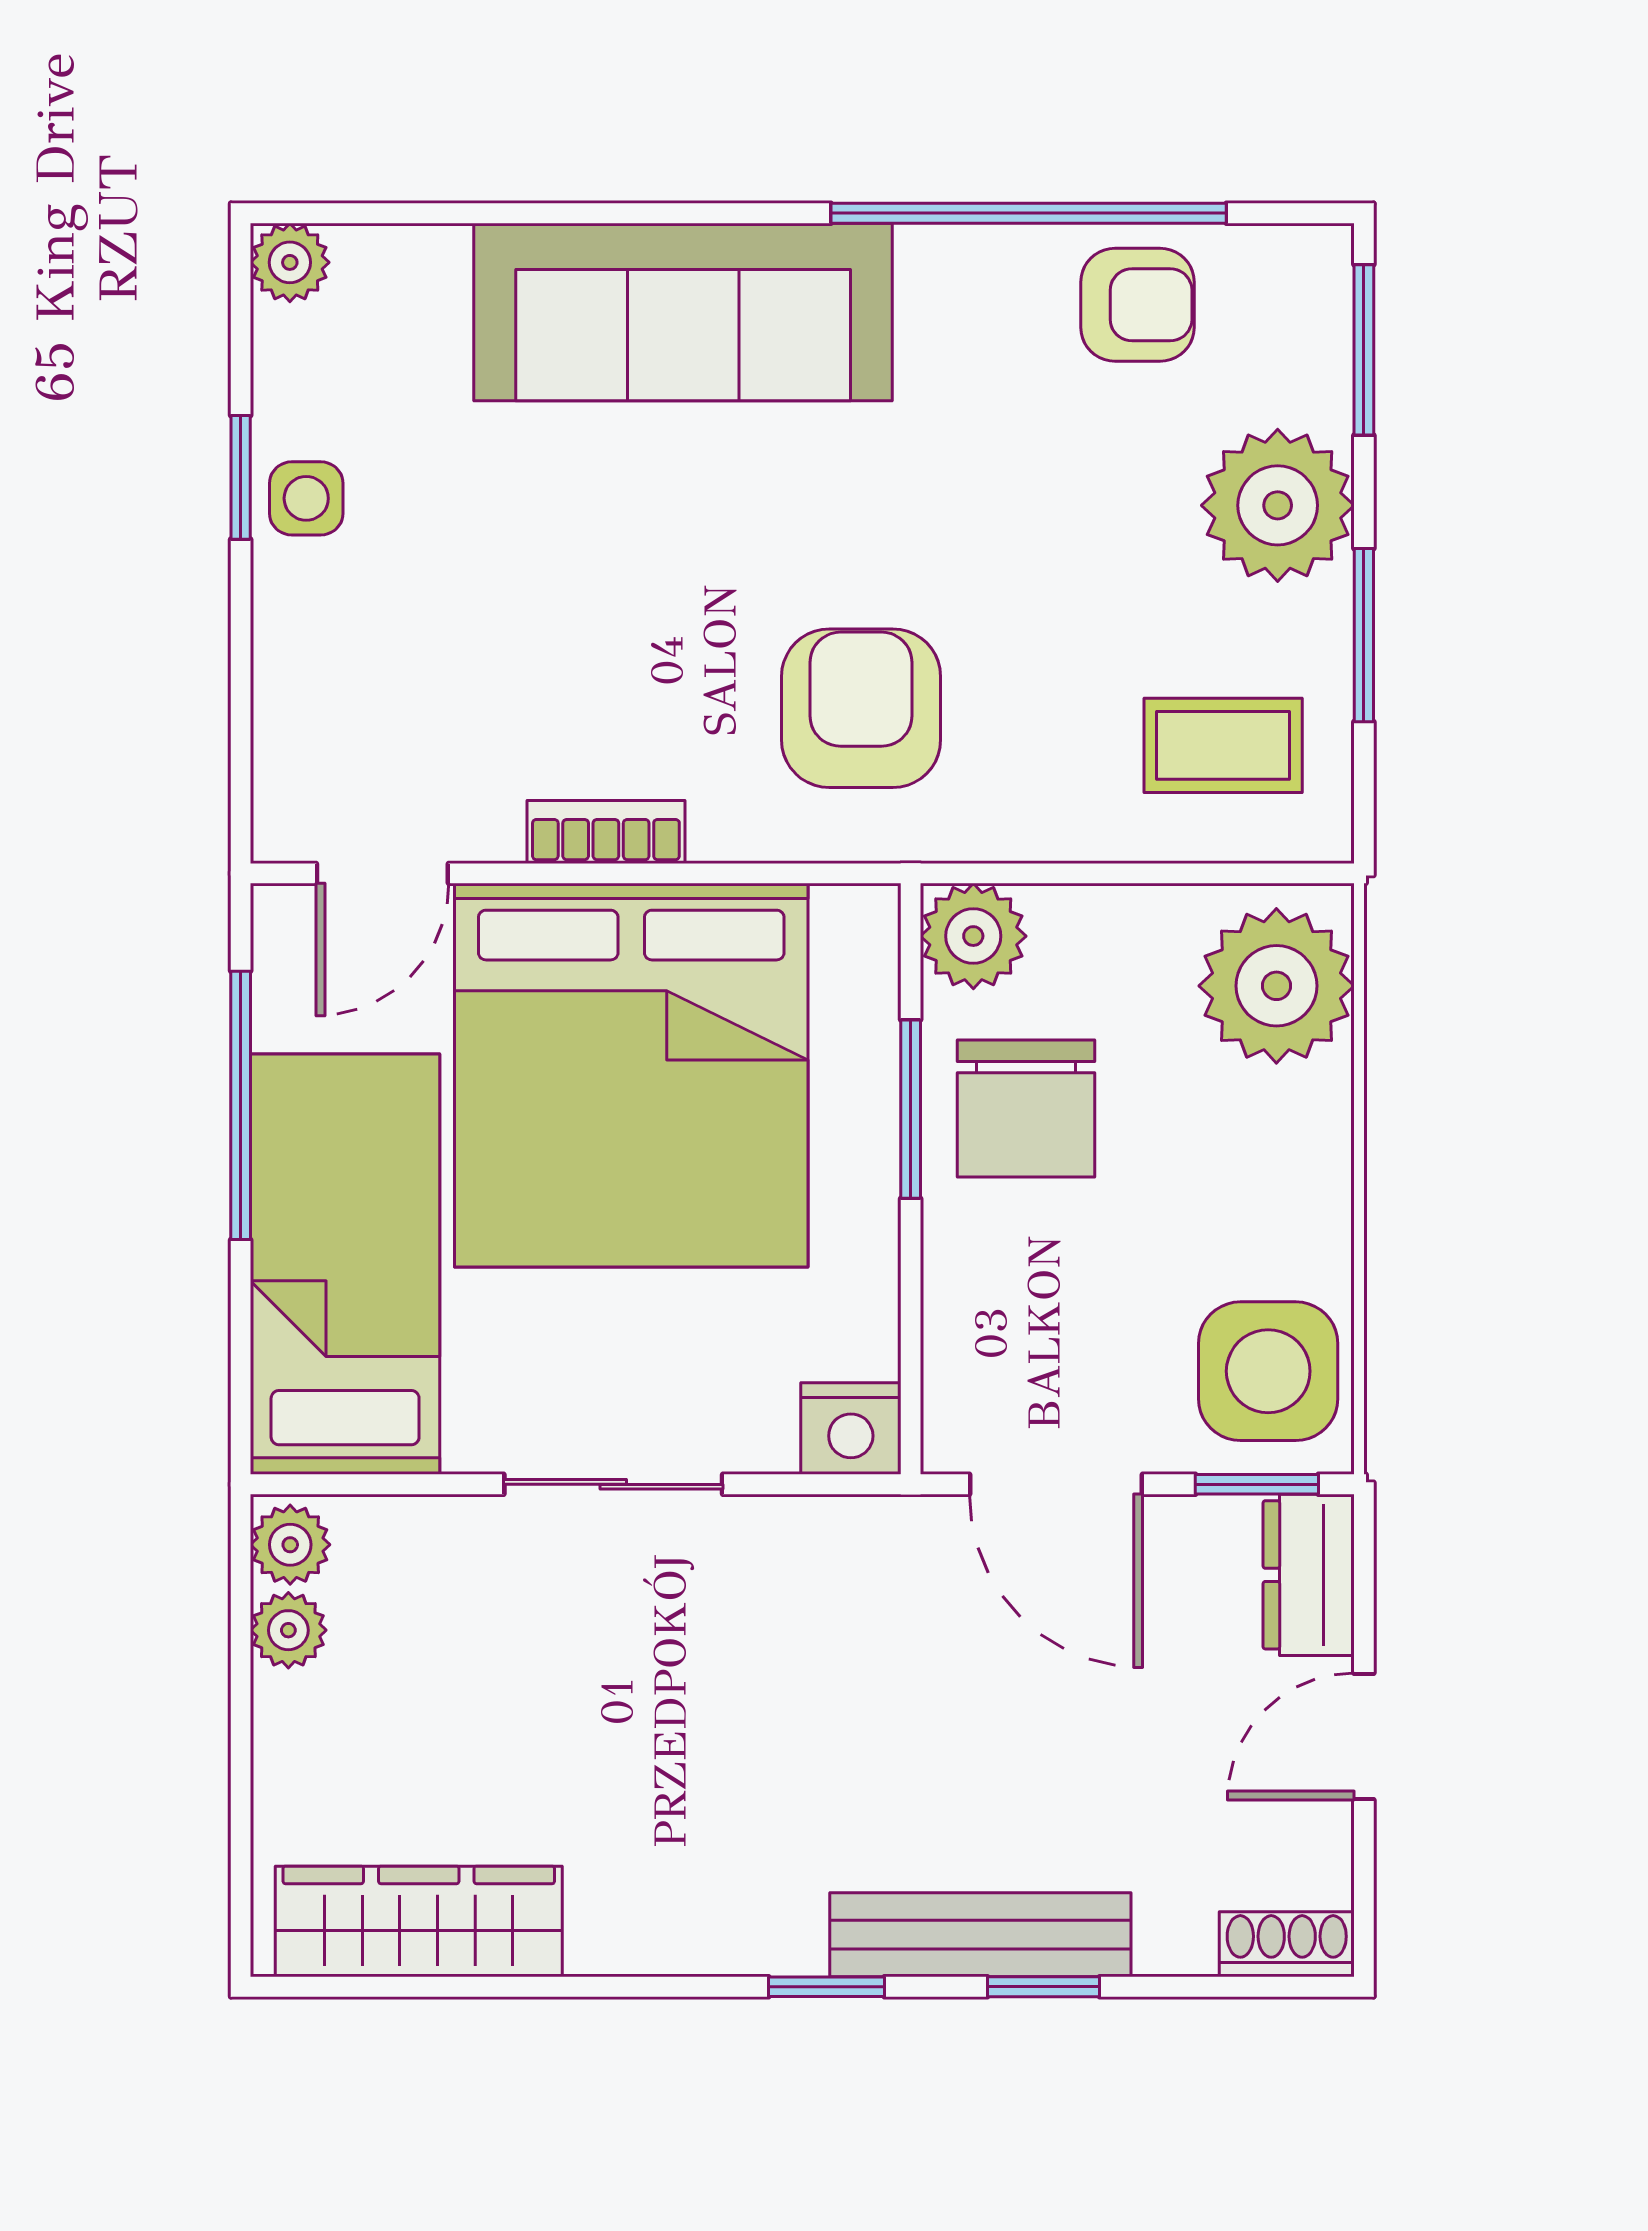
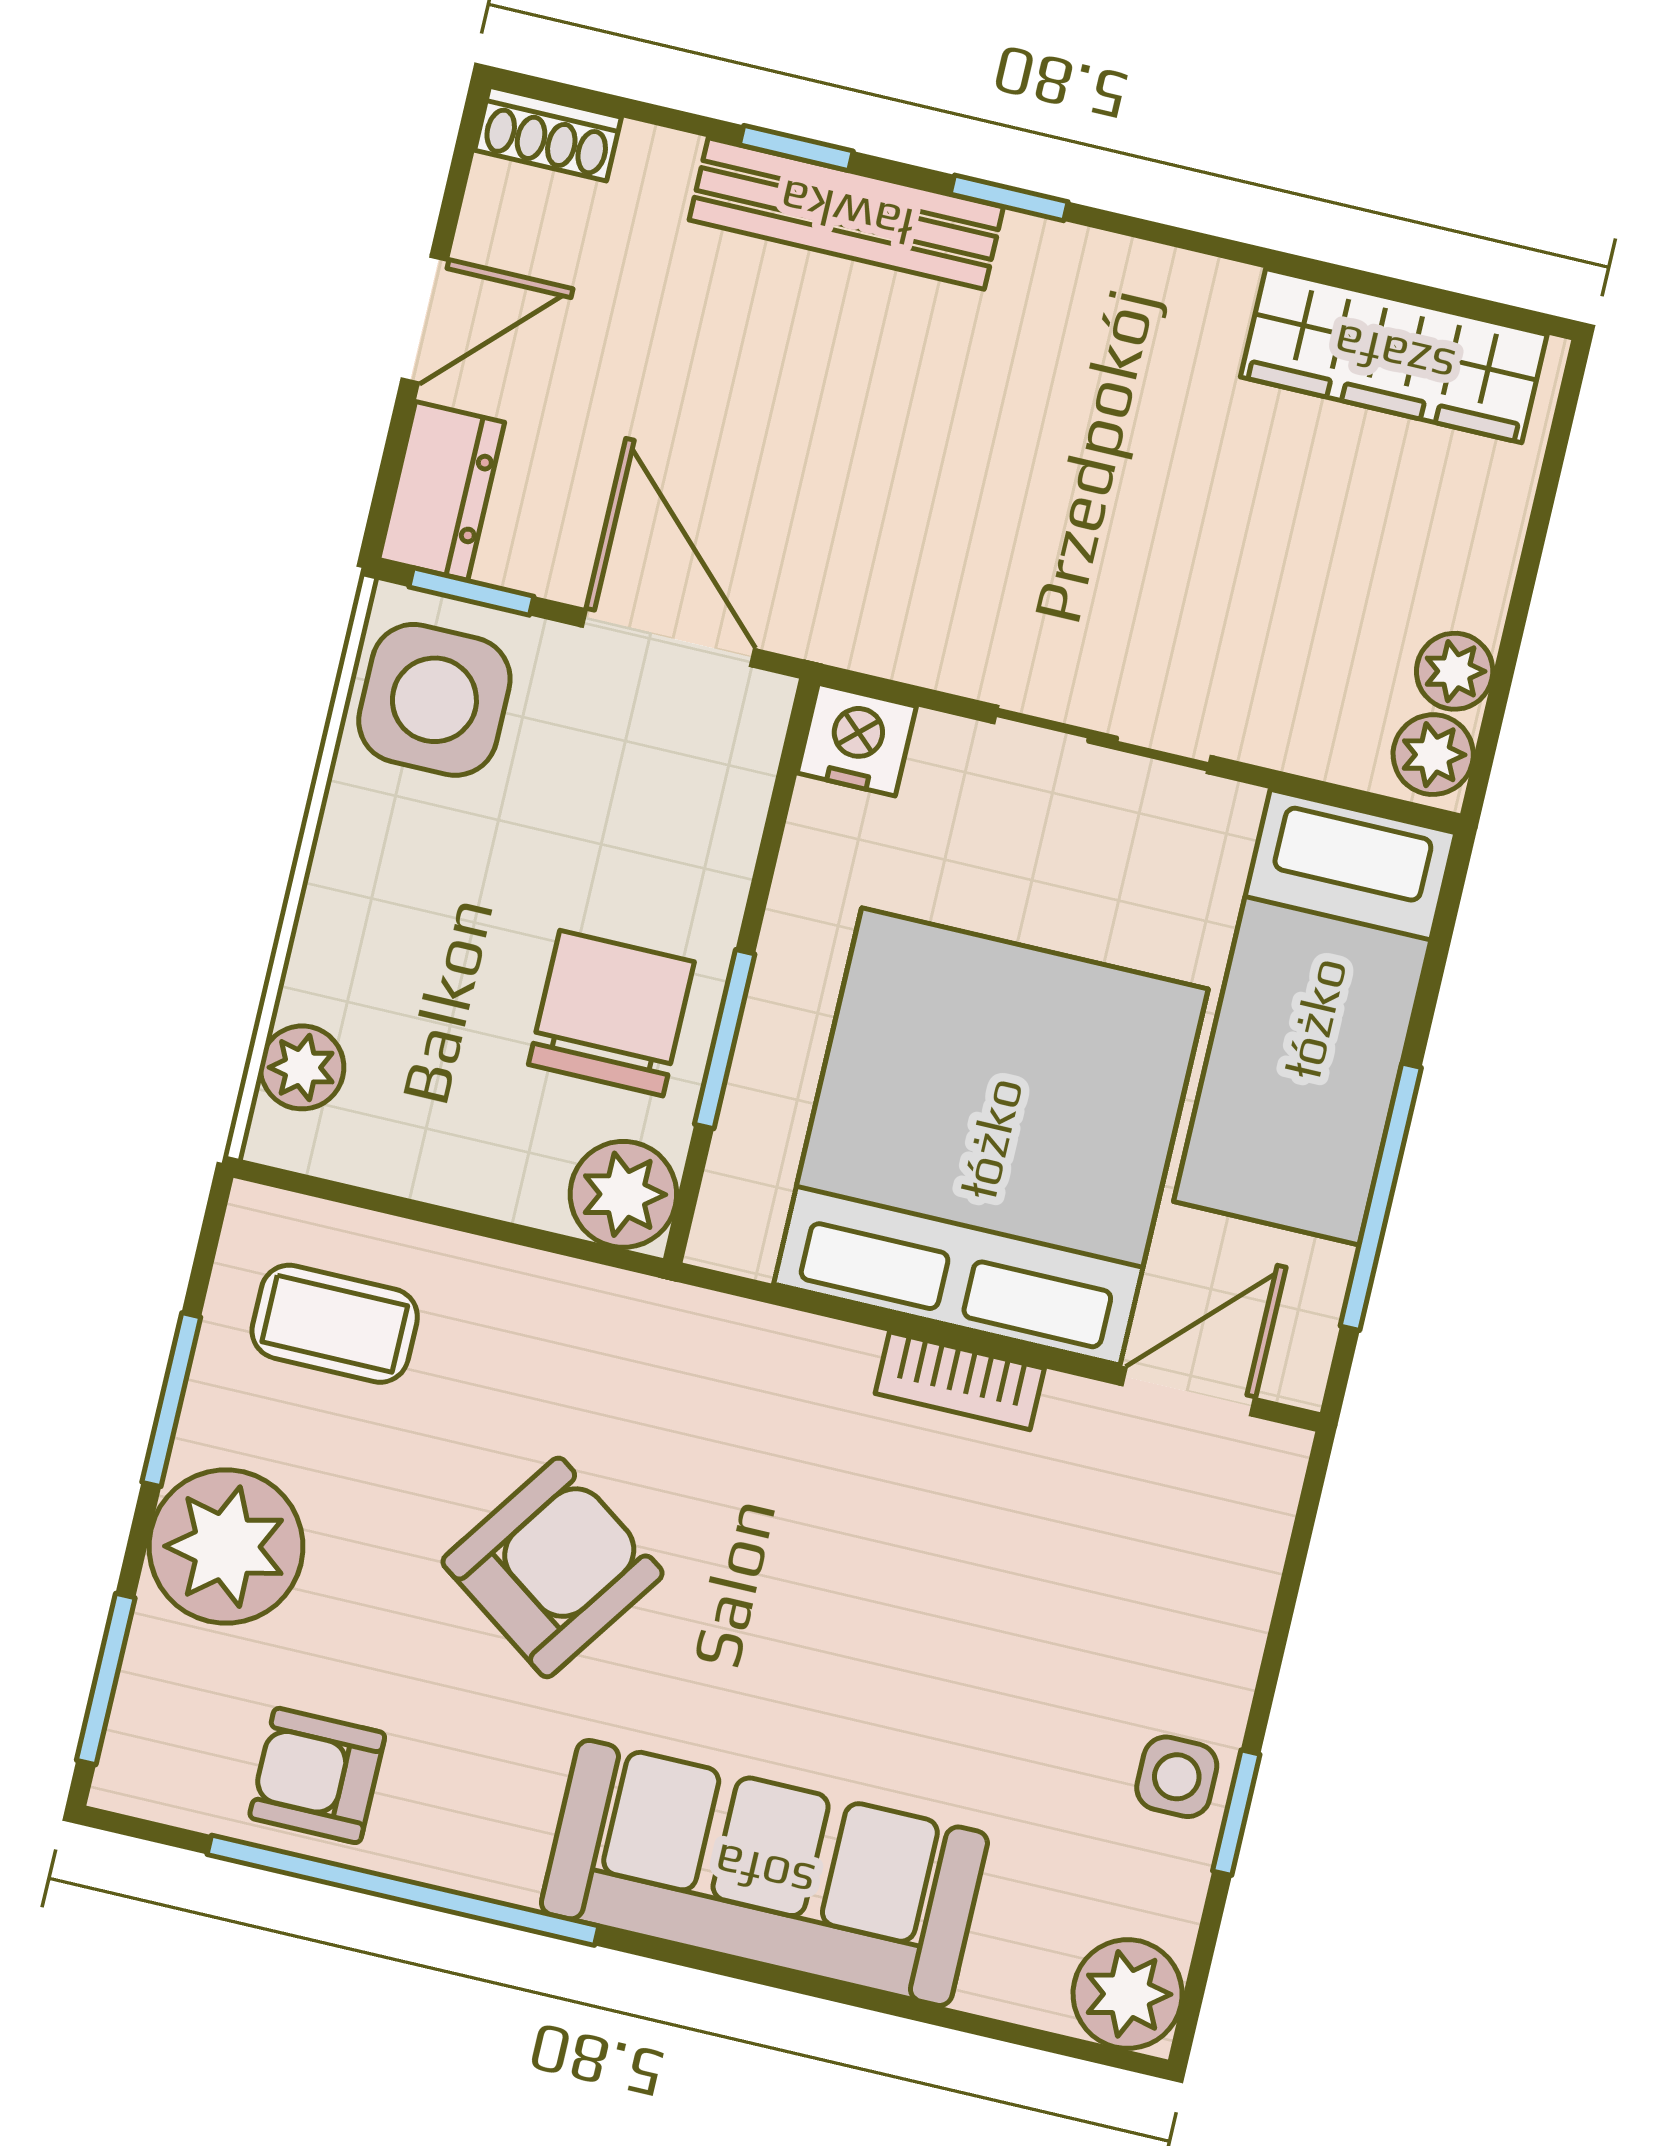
plant: (290, 262) -> (1128, 1994), width x1.38, depth x1.38
armchair: (861, 708) -> (553, 1567), moved, turned -145
plant: (1276, 986) -> (302, 1067), width x0.53, depth x0.53

